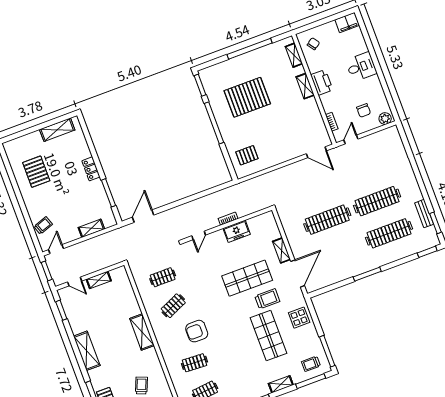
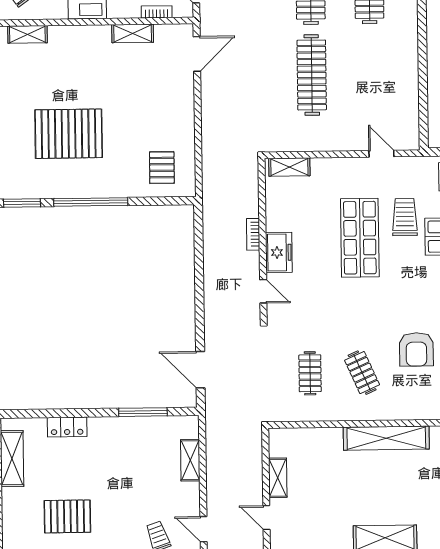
shelving: (305, 86) -> (133, 33), moved
pallet: (247, 97) -> (69, 134), turned 90
locker: (91, 169) -> (67, 427), moved
freezer: (237, 231) -> (279, 252), moved
shelving: (282, 250) -> (289, 167), moved
door: (298, 273) -> (381, 154), width x0.53
window: (367, 274) -> (422, 42), removed
door: (75, 282) -> (266, 518), swing flipped
shelving: (142, 332) -> (386, 438), width x1.47

